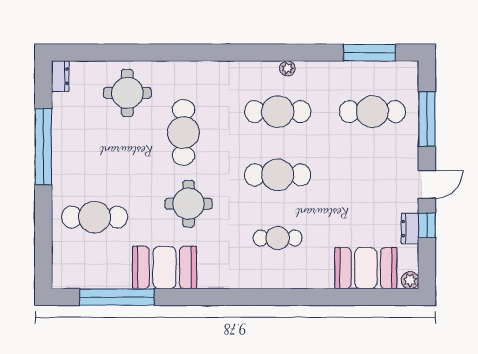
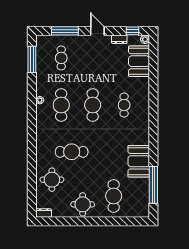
cafe table: (372, 112) -> (61, 58), width x0.73, depth x0.74
window: (43, 147) -> (79, 221), removed
round table: (189, 204) -> (83, 204), moved
window: (427, 225) -> (133, 31), moved

